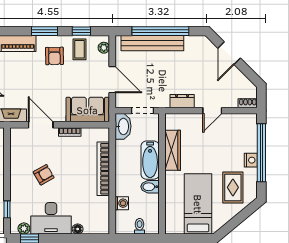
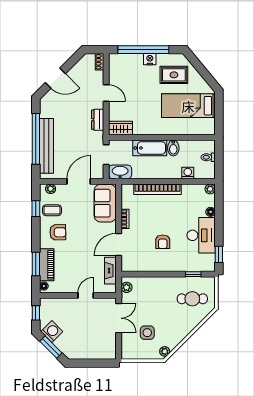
window: (45, 31) -> (36, 264), moved
wardrobe: (173, 150) -> (120, 128), moved, width x0.67
armchair: (44, 175) -> (163, 242), turned -150
plant: (24, 228) -> (210, 189), moved

